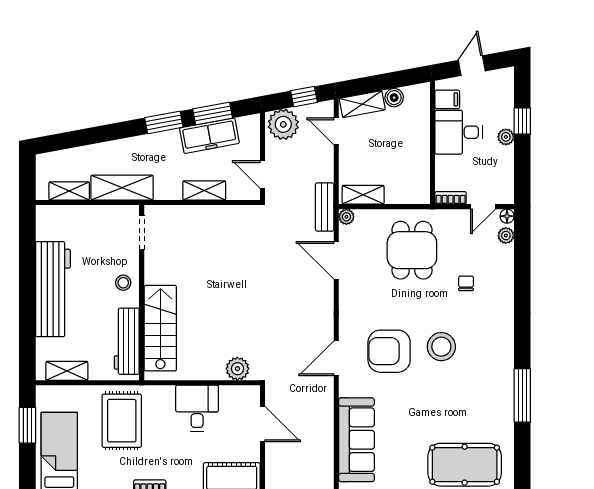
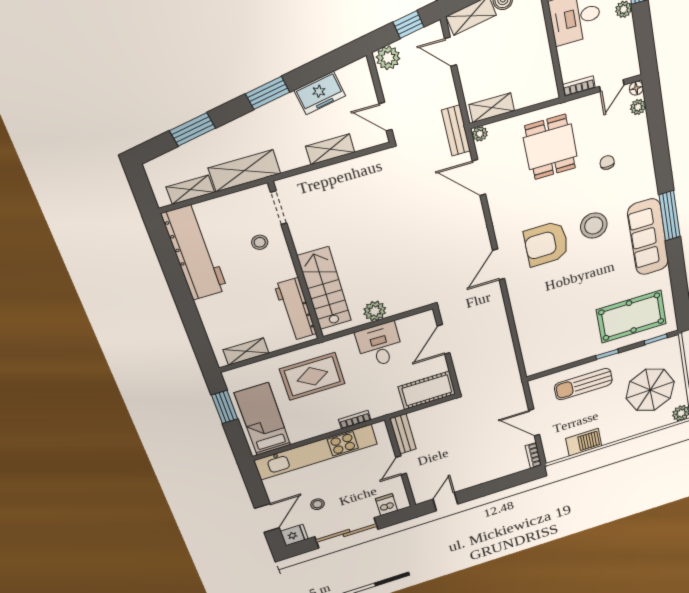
window: (213, 113) -> (192, 129), moved
plant: (283, 124) -> (388, 58), width x0.73, depth x0.73
freezer: (209, 136) -> (320, 93), width x0.71
stool: (123, 283) -> (260, 242), moved
workbench: (53, 289) -> (195, 252), moved
plant: (237, 369) -> (375, 311), moved
window: (522, 395) -> (670, 216), moved
rug: (122, 421) -> (312, 376), turned 90
door: (263, 424) -> (444, 339), swing flipped
sofa: (357, 440) -> (648, 237), moved, turned 180

